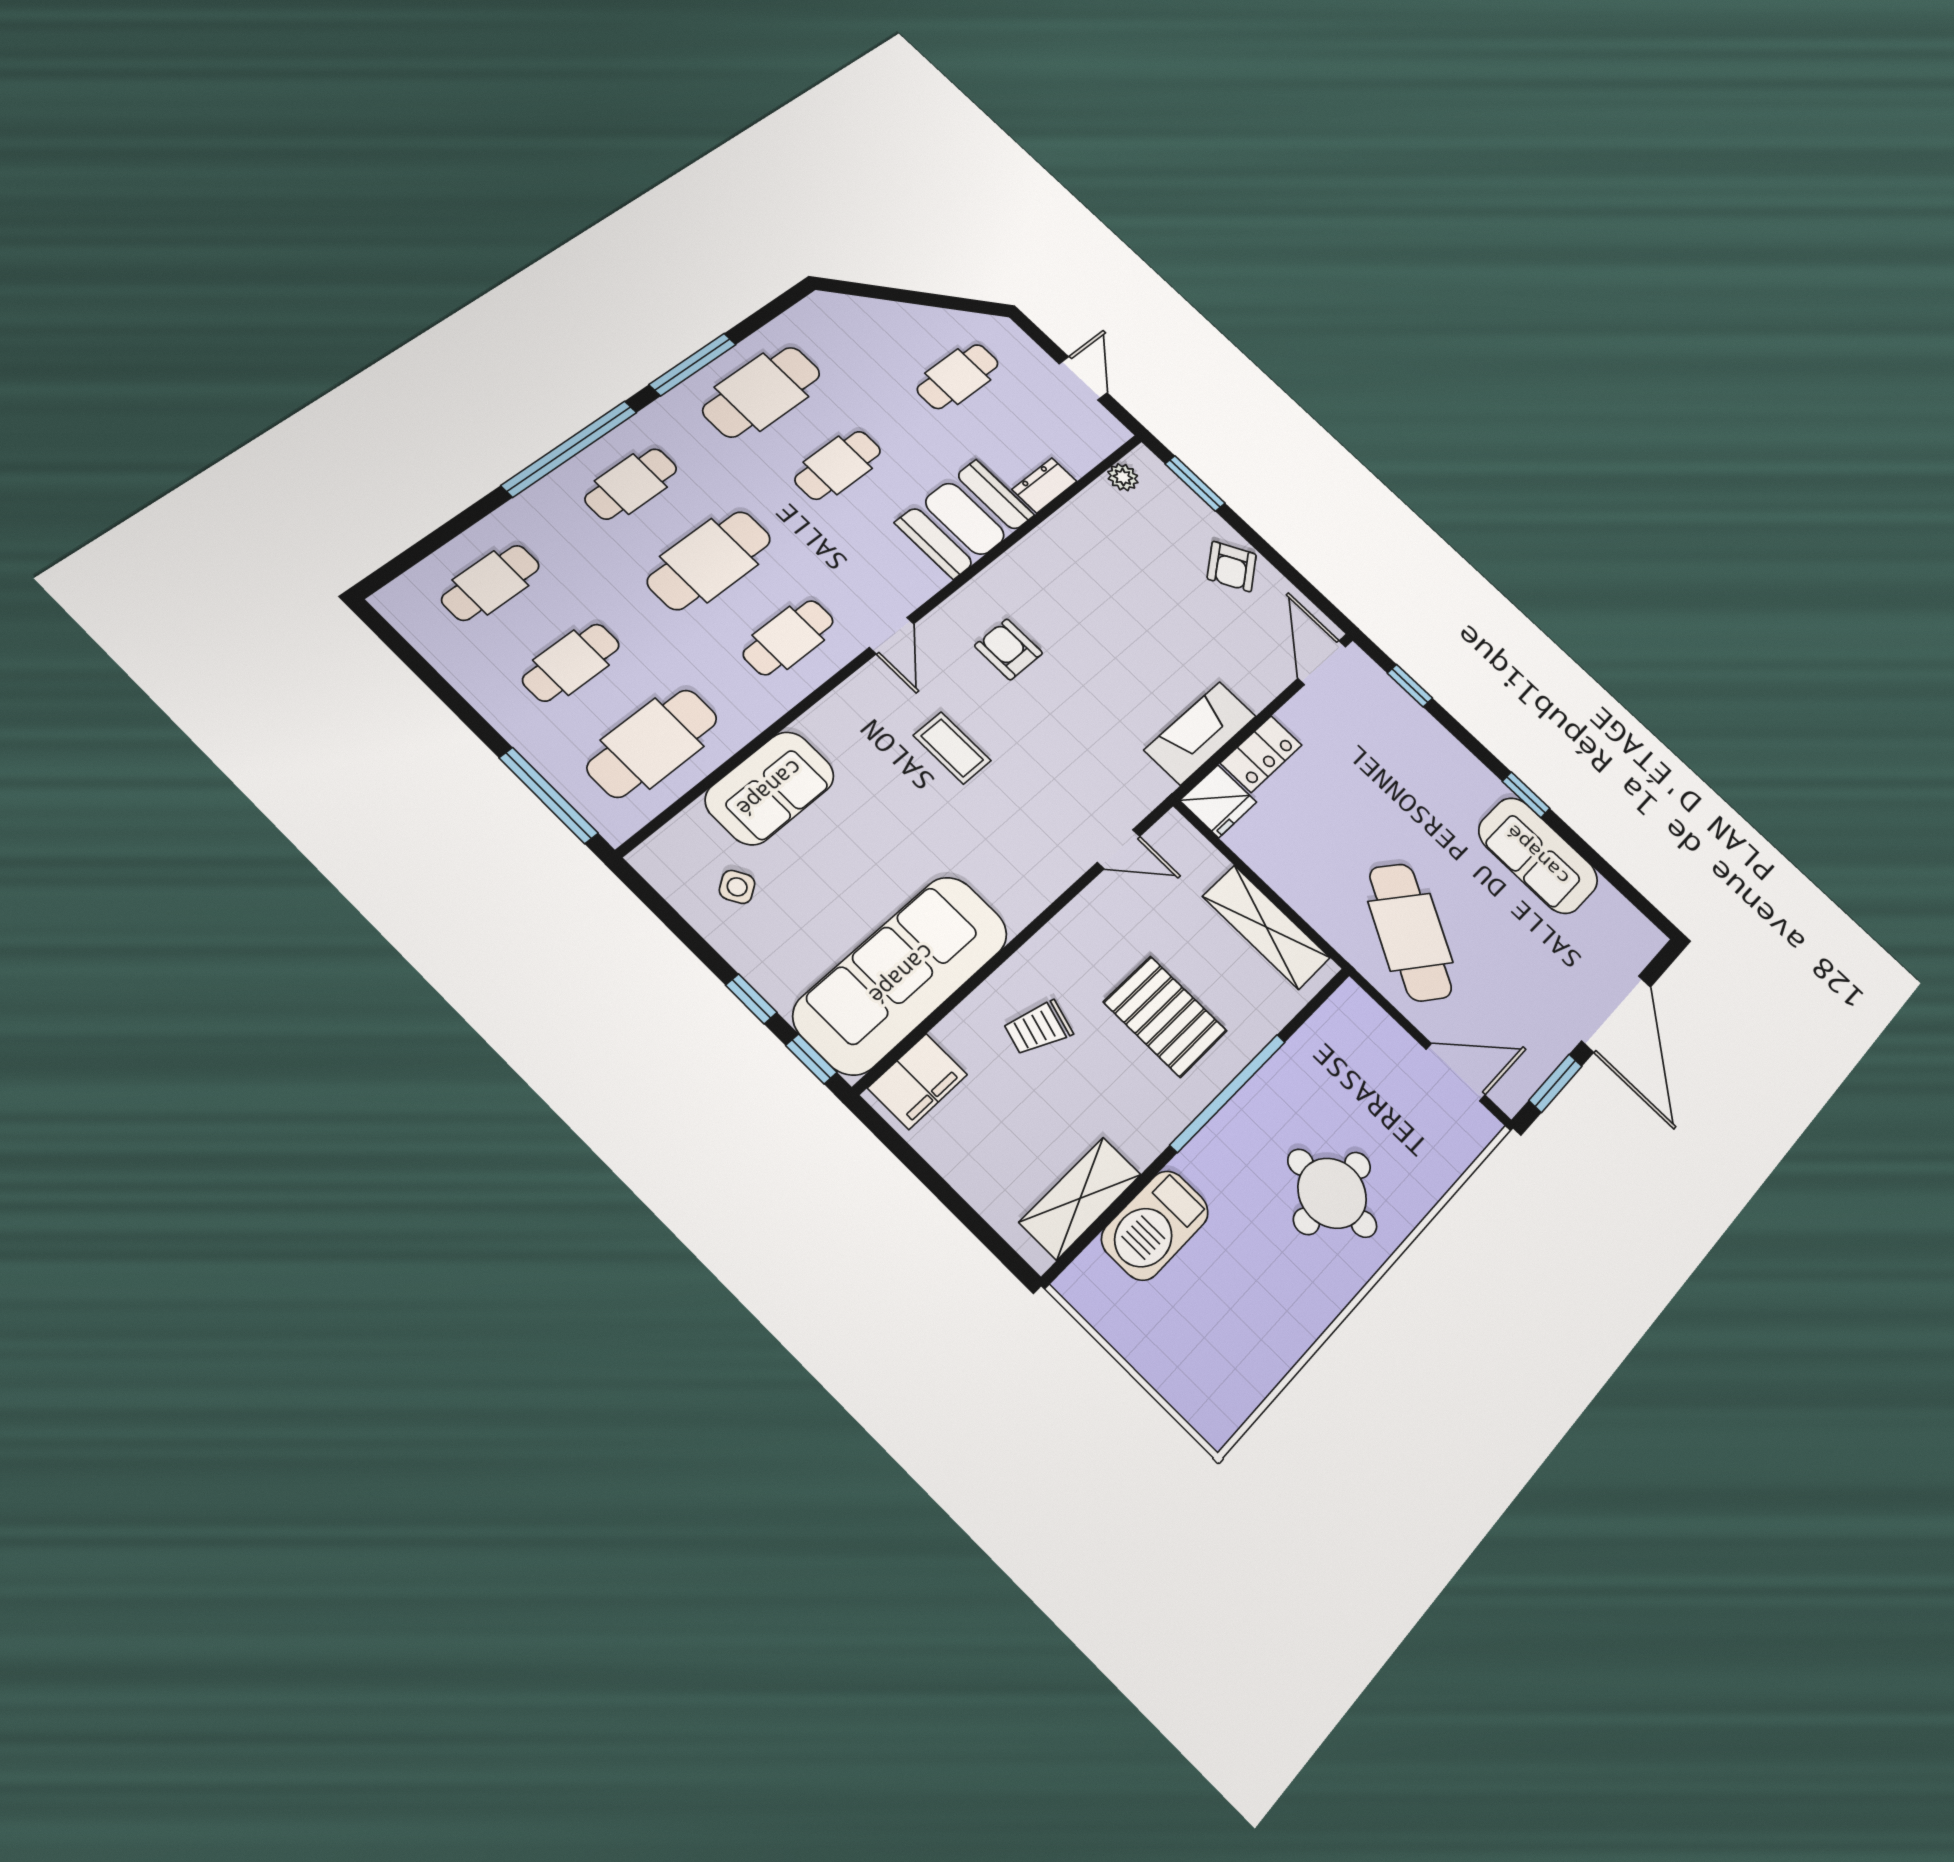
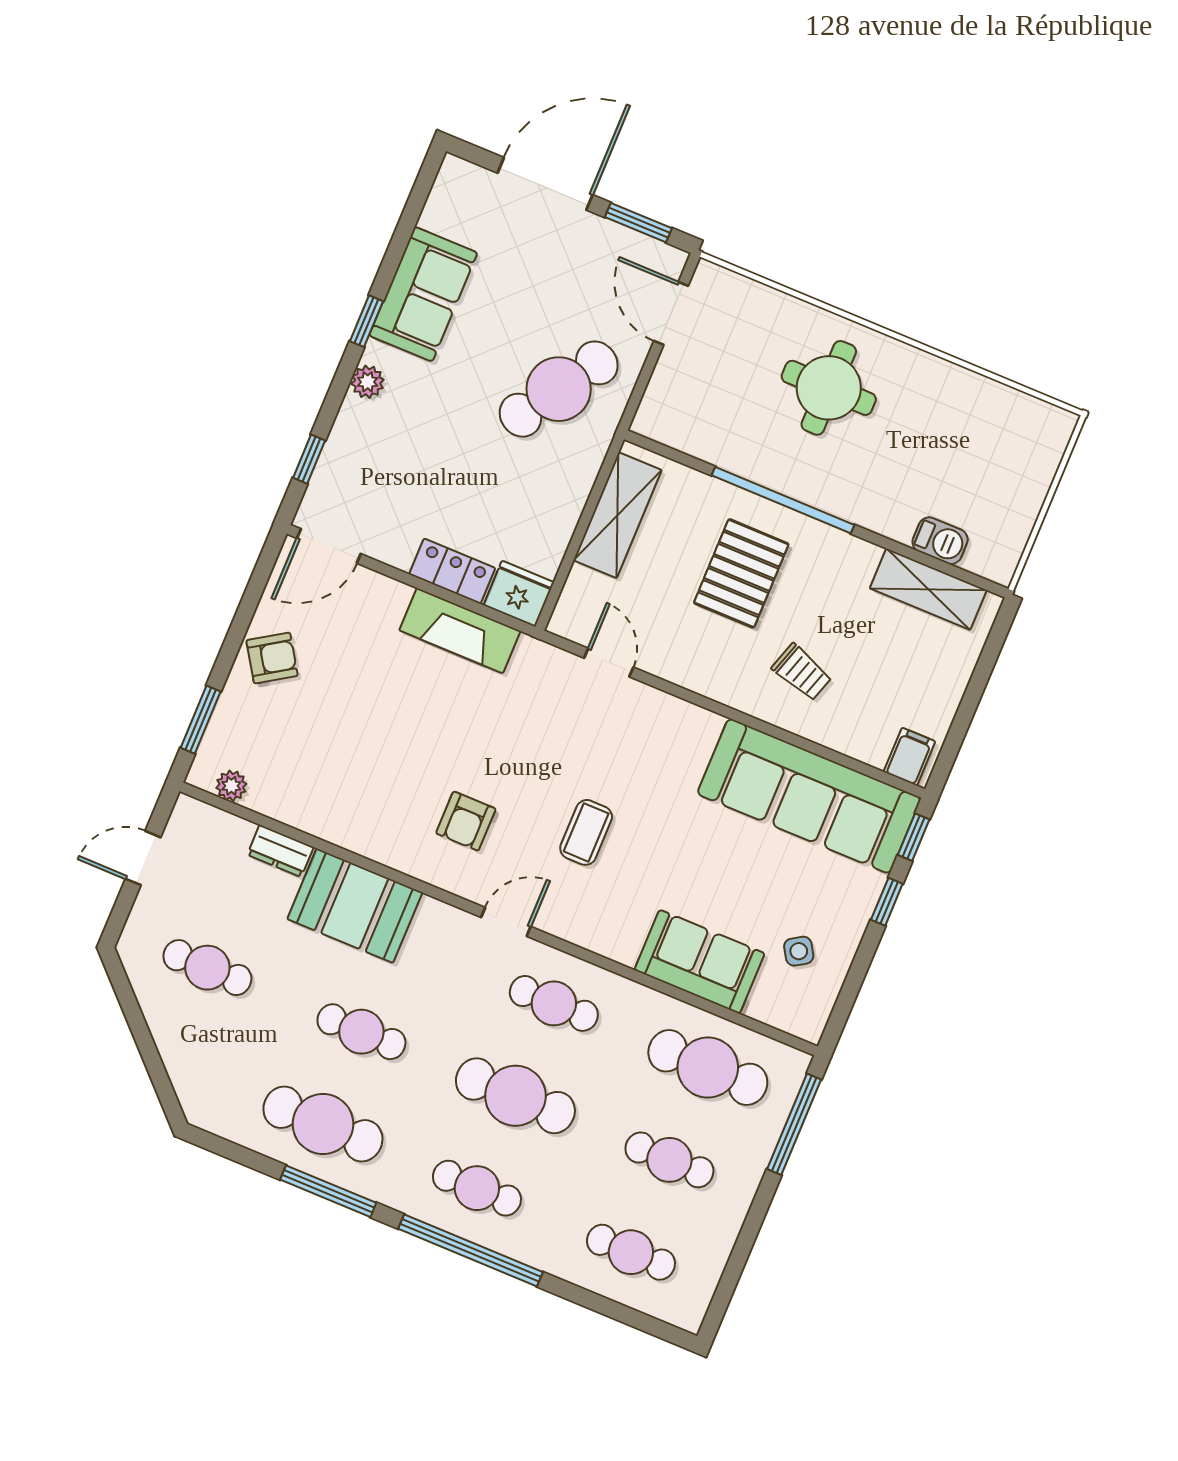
plant: (1468, 769) -> (368, 382), added
filing cabinet: (918, 1081) -> (909, 757), width x0.50
barbecue: (1155, 1225) -> (940, 541), width x0.53, depth x0.65

